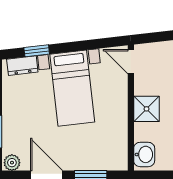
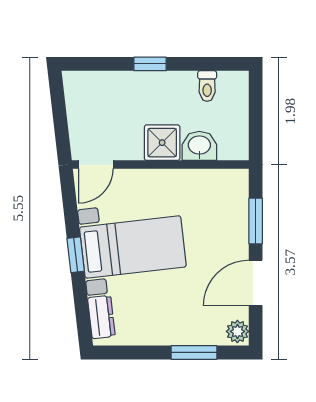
window: (37, 51) -> (76, 255), moved
washbasin: (144, 154) -> (199, 146), moved

